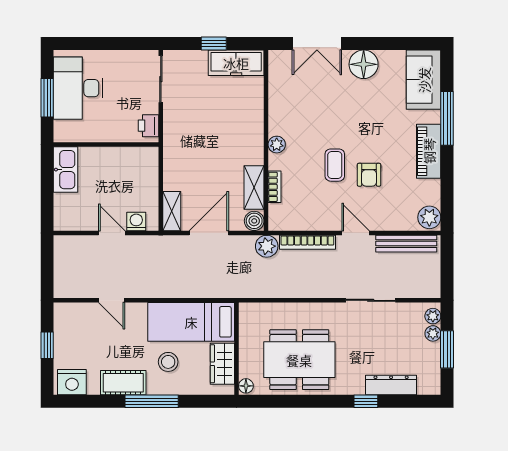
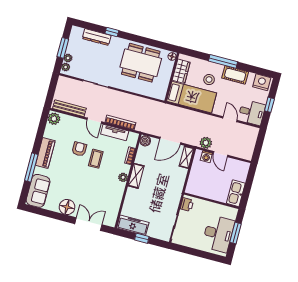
shelving: (254, 187) -> (136, 176), moved
tv unit: (313, 221) -> (115, 132), added
plant: (267, 246) -> (206, 143), moved
desk: (76, 323) -> (252, 112), added

